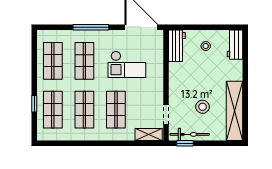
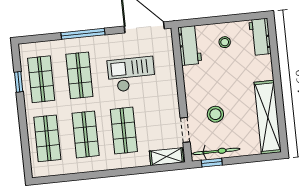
checkout: (127, 64) -> (131, 74), turned 180
window: (34, 104) -> (19, 82), moved
stool: (203, 107) -> (215, 114), moved

